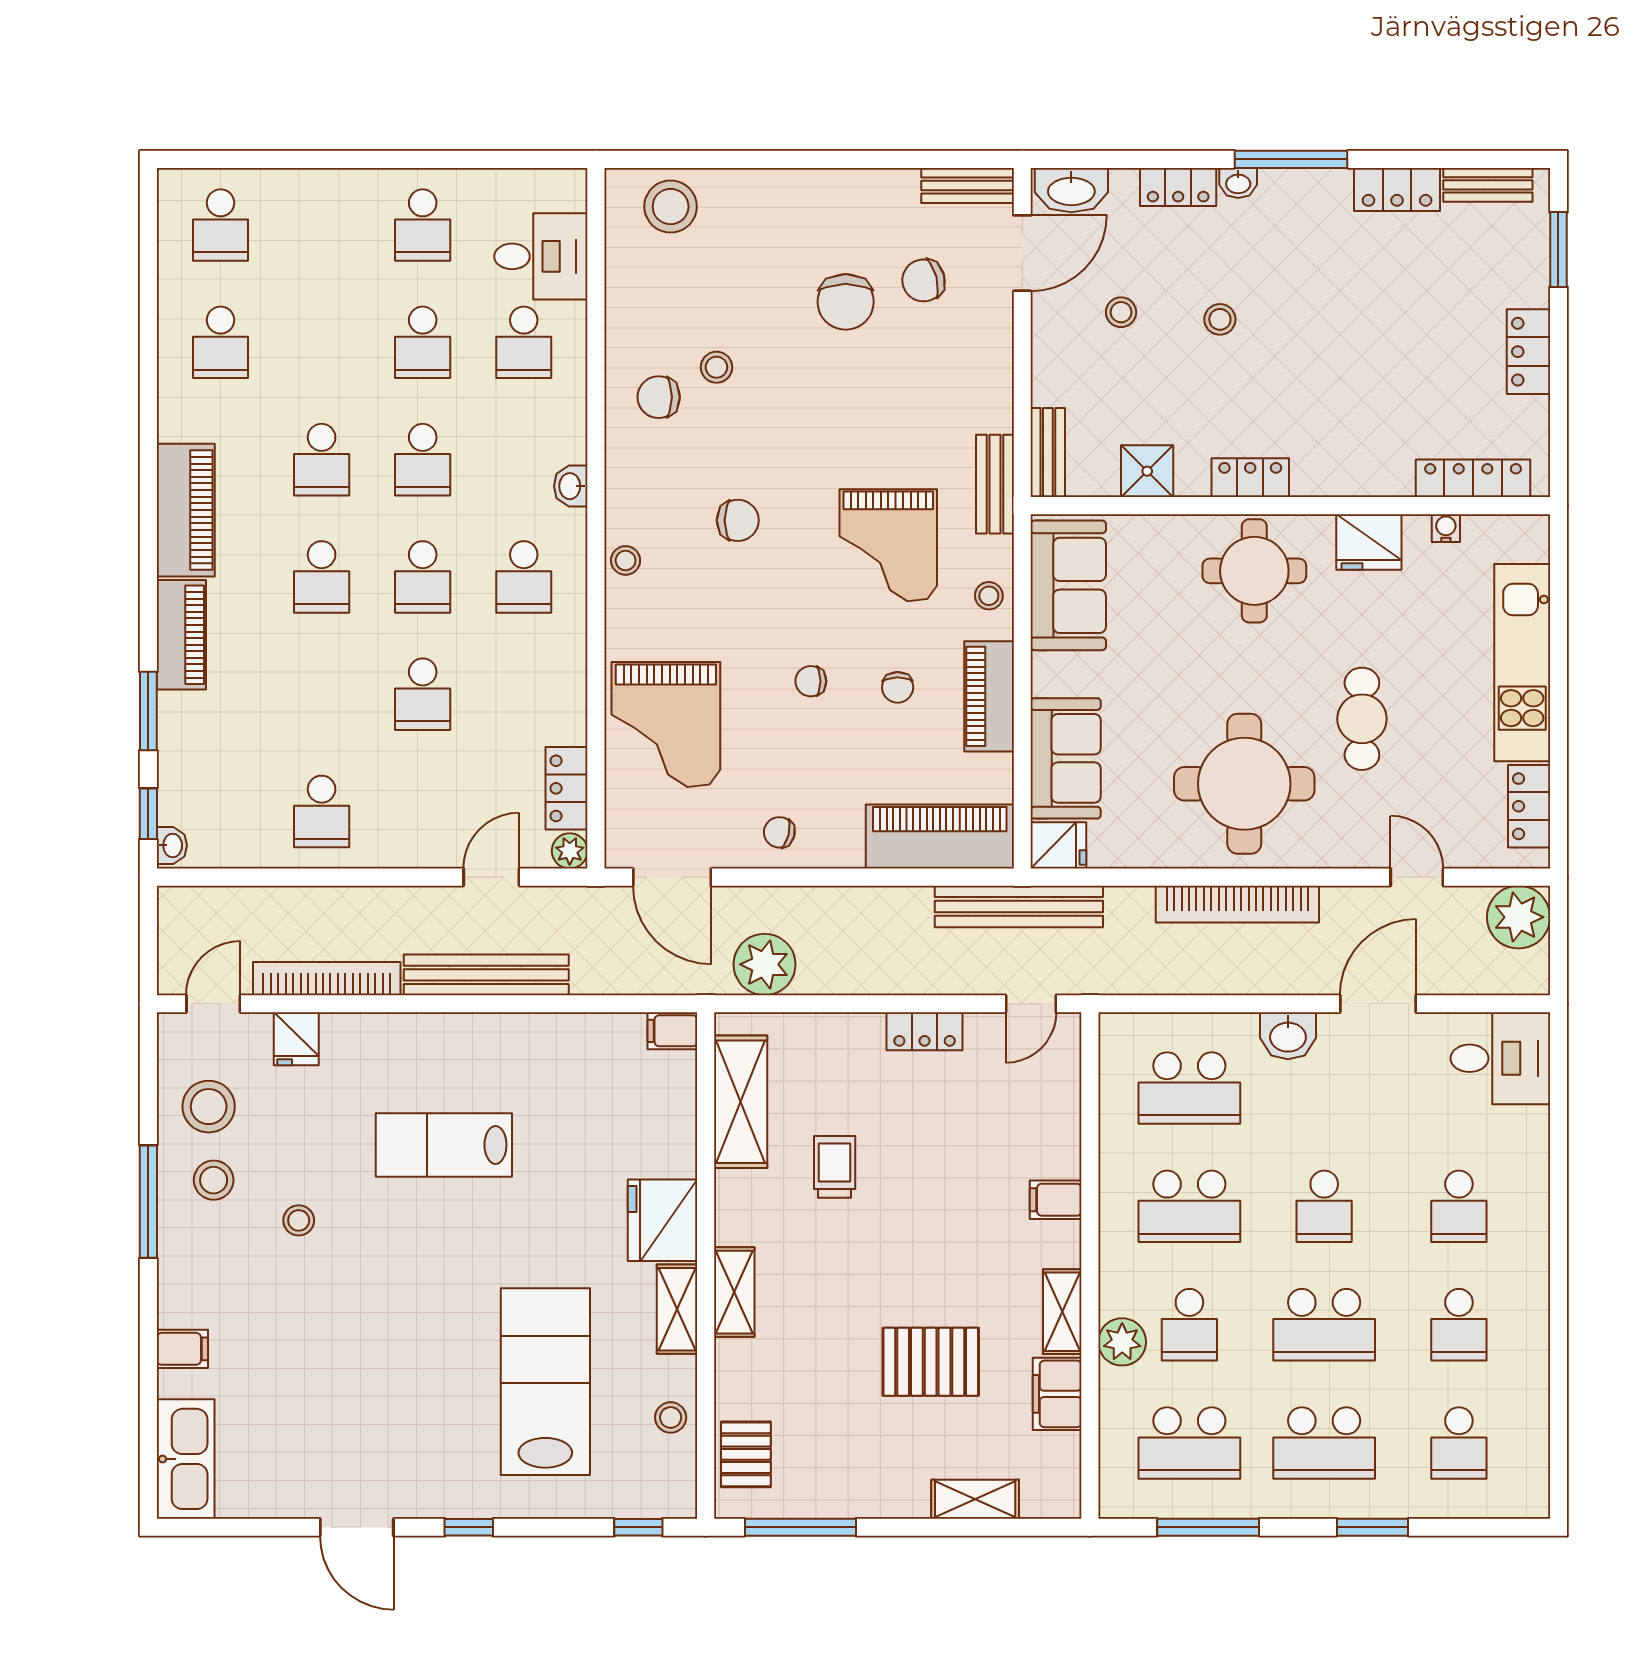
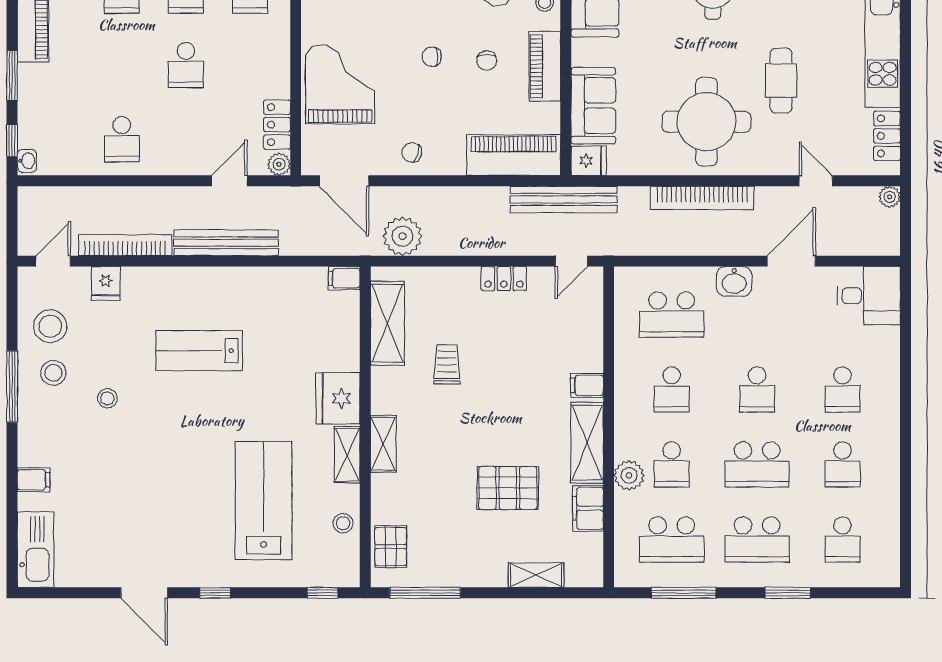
grand piano: (666, 725) -> (340, 84), turned 180
plant: (1519, 917) -> (890, 197), width x0.53, depth x0.53
school desk: (1189, 1206) -> (672, 389), width x0.54
shelving: (1062, 1312) -> (587, 443), width x1.50, depth x1.33

